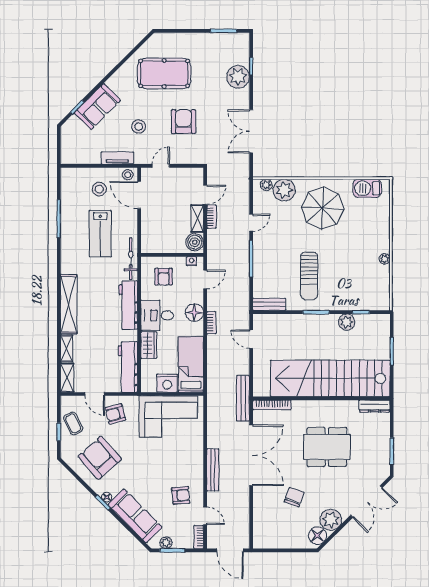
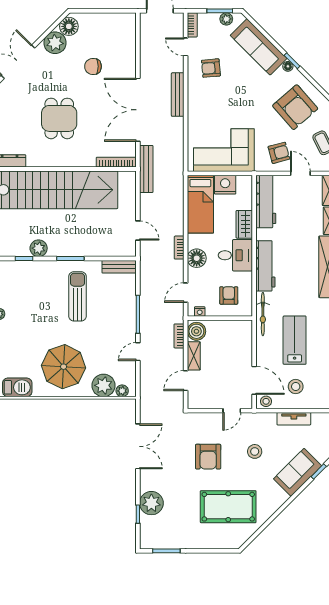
tv unit: (117, 158) -> (294, 419), moved
bookcase: (212, 217) -> (179, 336), moved
dining table: (327, 447) -> (59, 118), width x0.73
chair: (294, 497) -> (93, 66), turned 70

